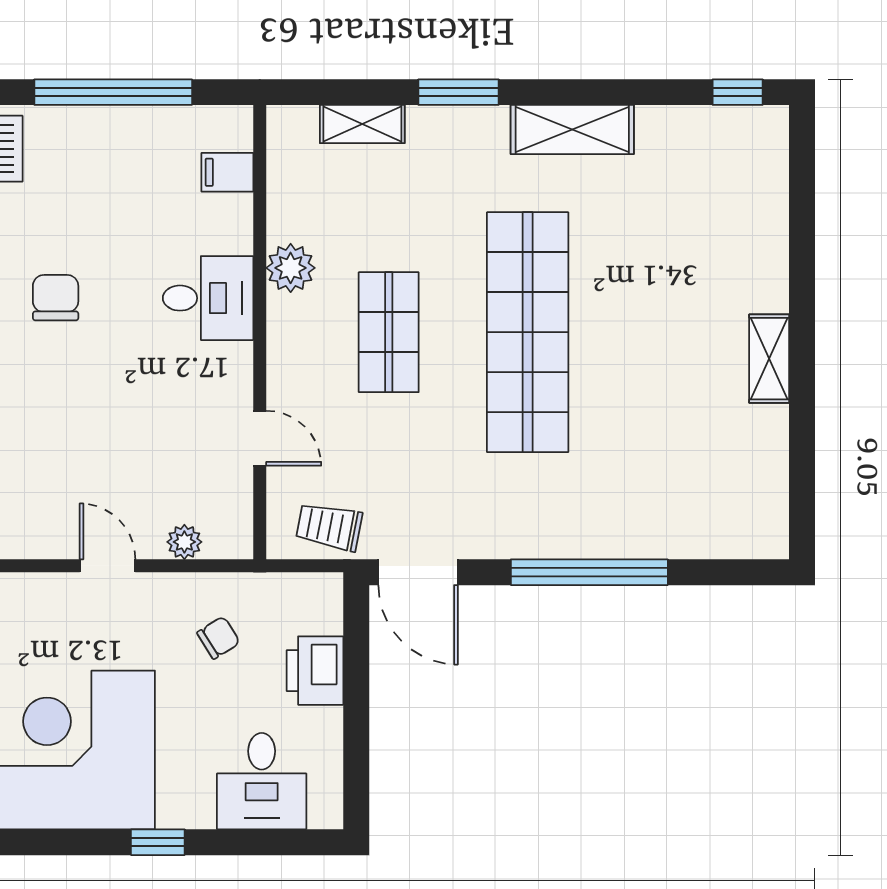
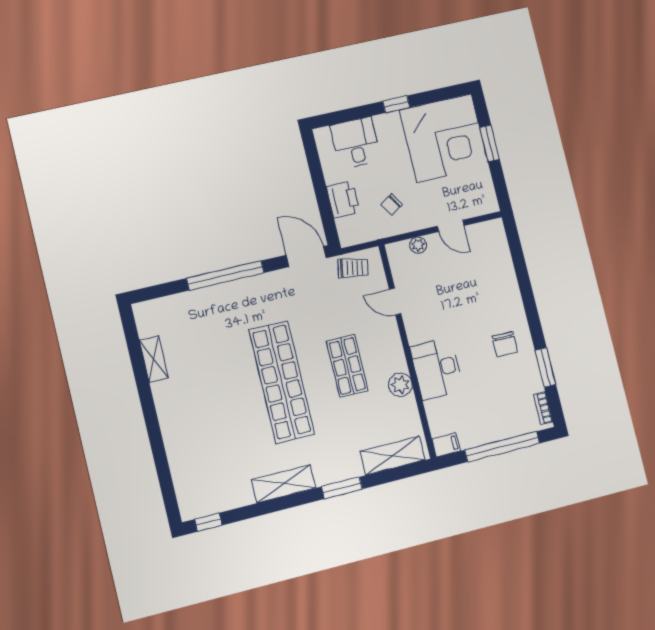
shelving: (362, 124) -> (393, 456), width x1.50, depth x1.33
filing cabinet: (227, 172) -> (446, 445), moved
desk: (208, 298) -> (437, 369), width x1.37
shelving: (769, 359) -> (154, 359), moved

